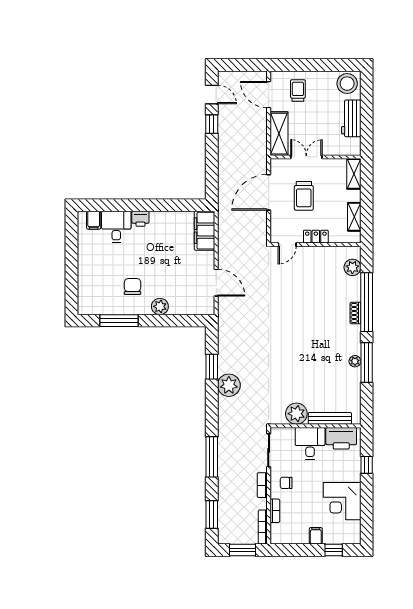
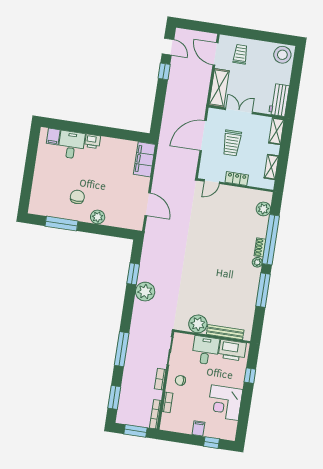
workbench: (351, 118) -> (279, 100), moved
plant: (355, 361) -> (257, 262), moved

